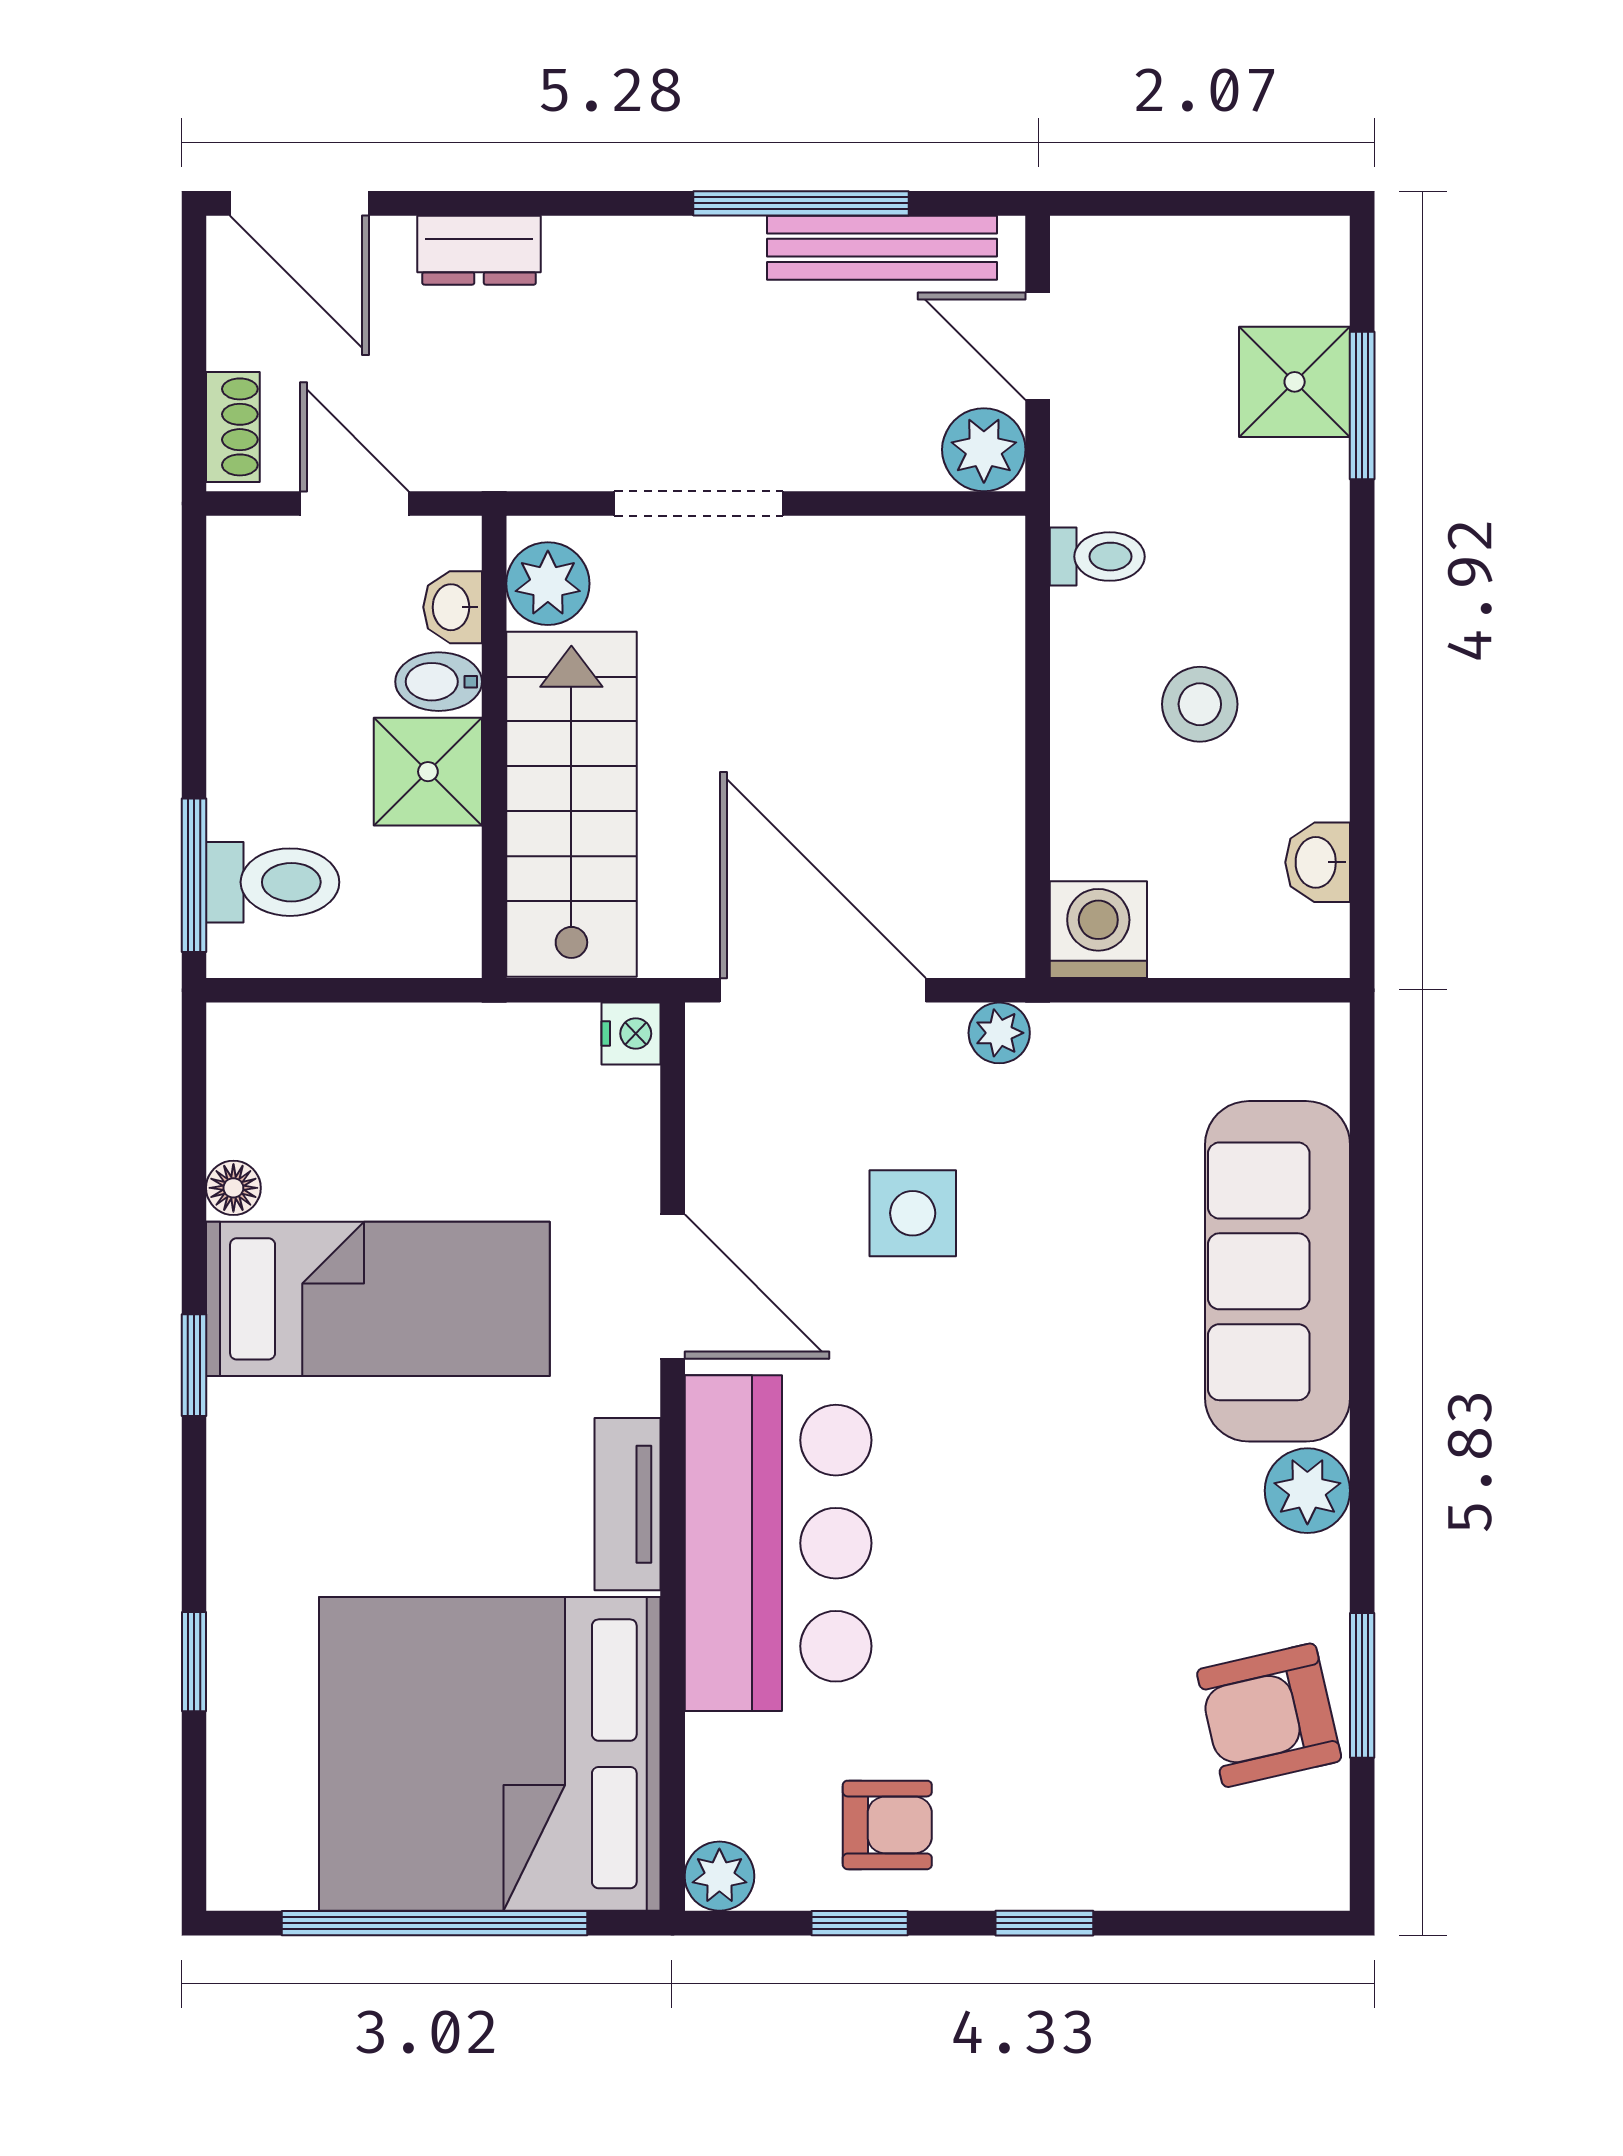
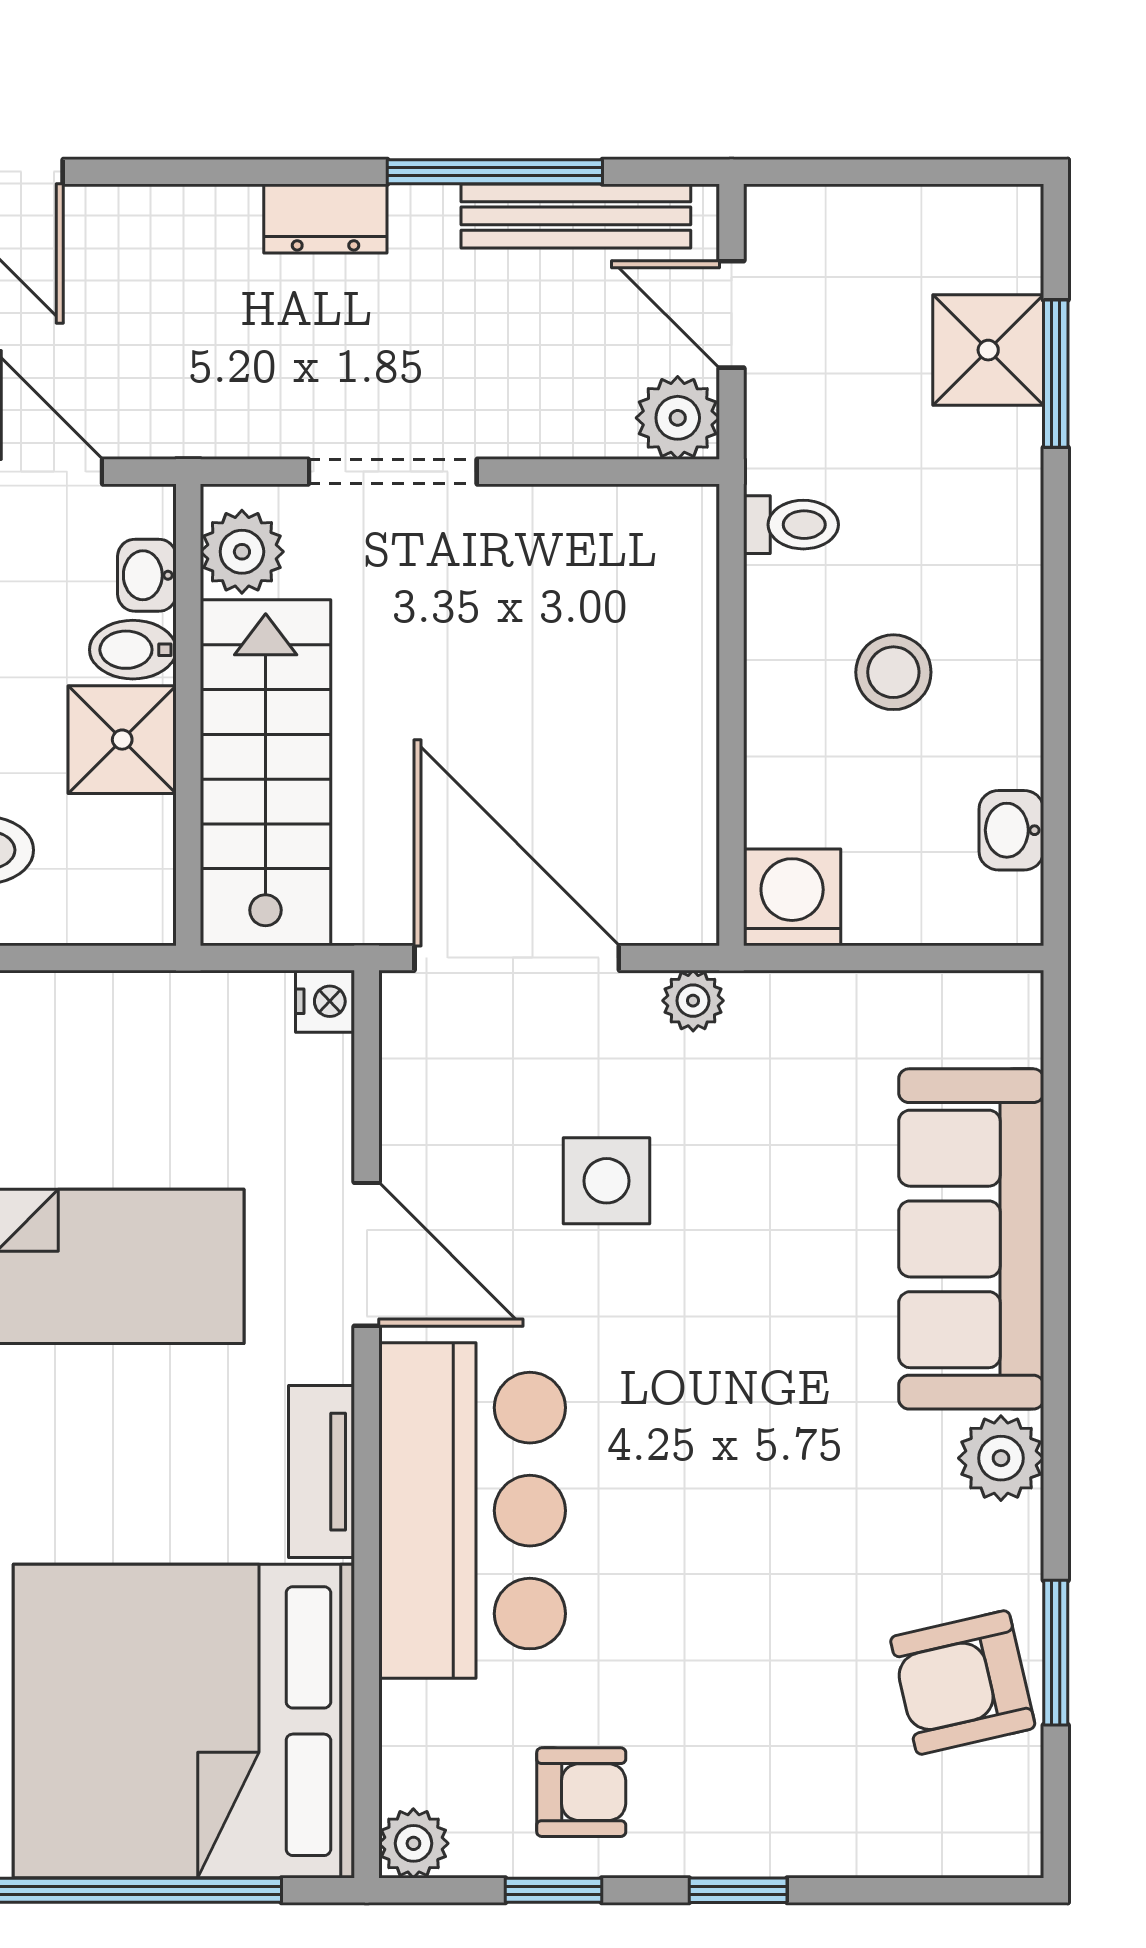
dresser: (479, 250) -> (325, 218), moved

